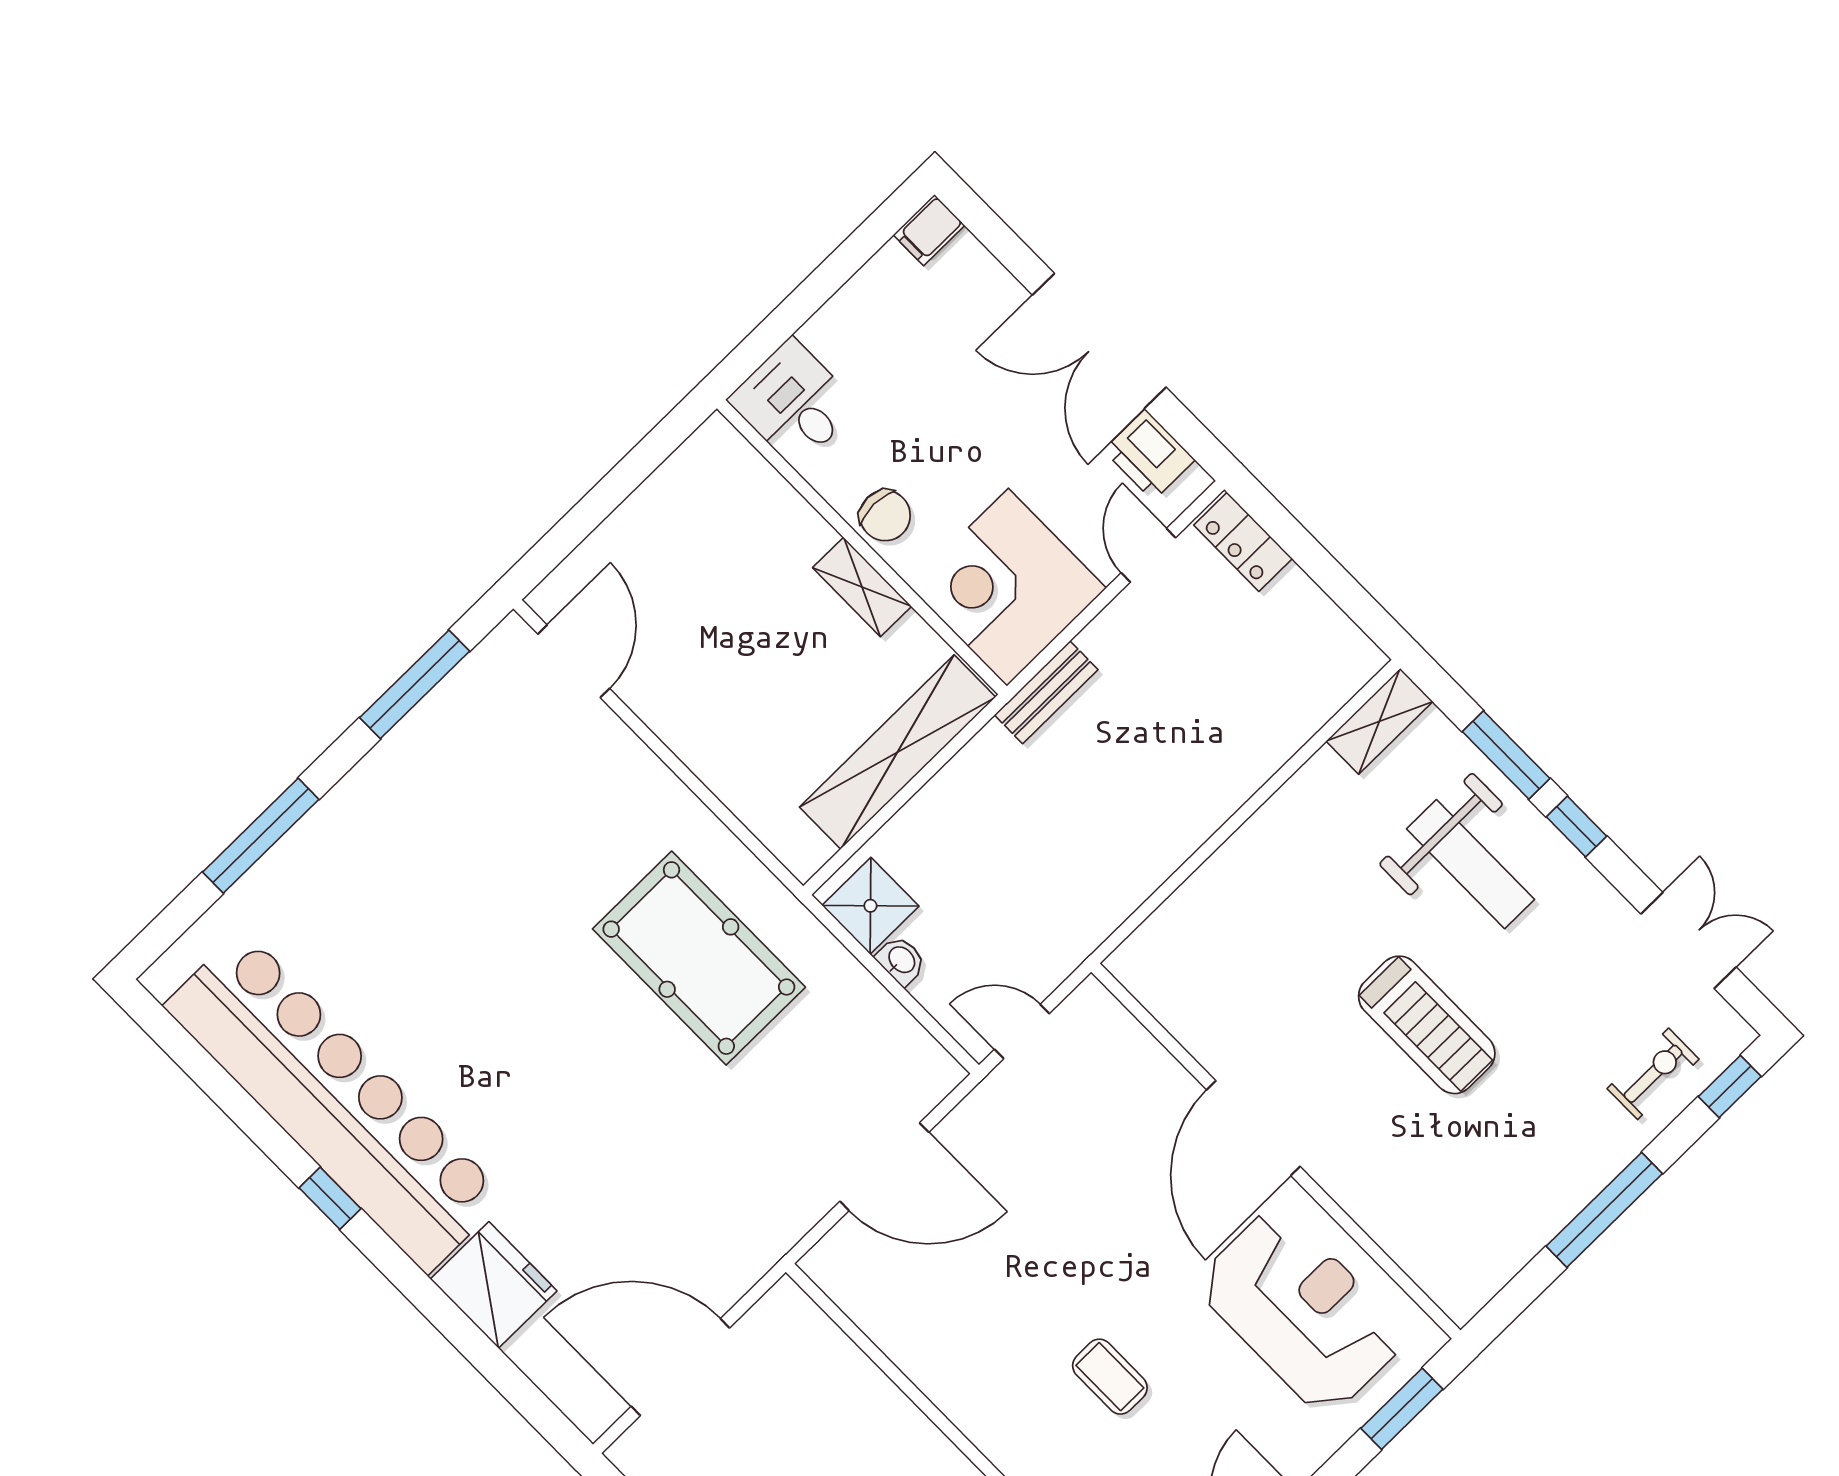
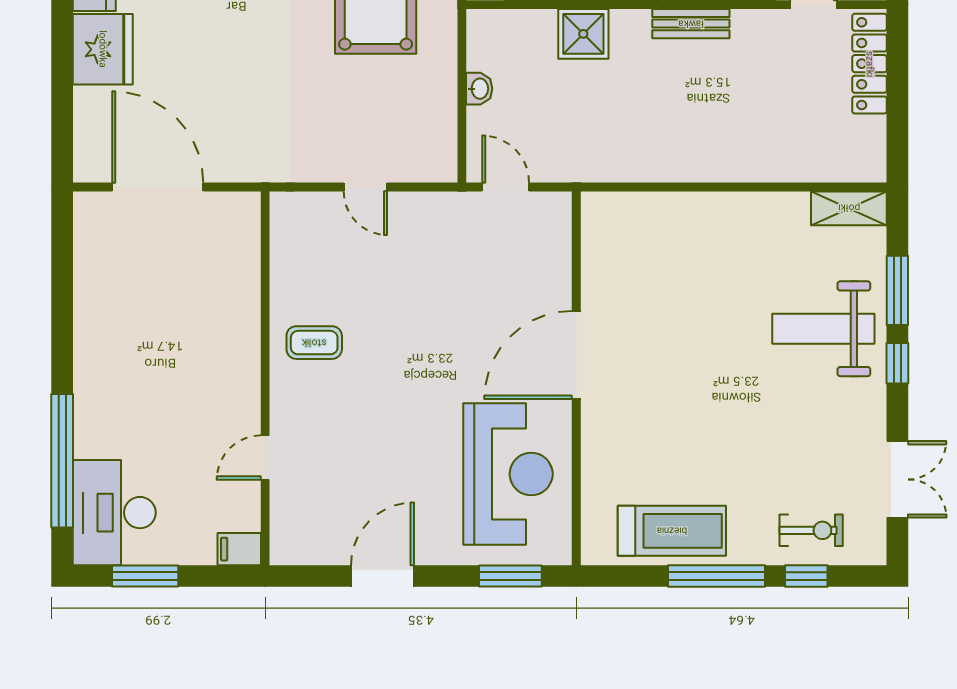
locker: (1243, 542) -> (870, 64), width x1.53
weight bench: (1471, 864) -> (823, 329), turned 90
shower: (870, 906) -> (583, 34), moved
treadmill: (1427, 1025) -> (672, 531), moved, turned -90
window: (1730, 1086) -> (806, 576), moved
door: (884, 1167) -> (365, 187), width x0.53
coffee table: (1110, 1377) -> (314, 343), moved, turned 90

